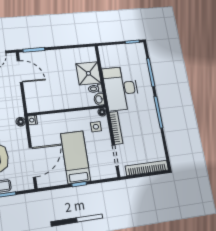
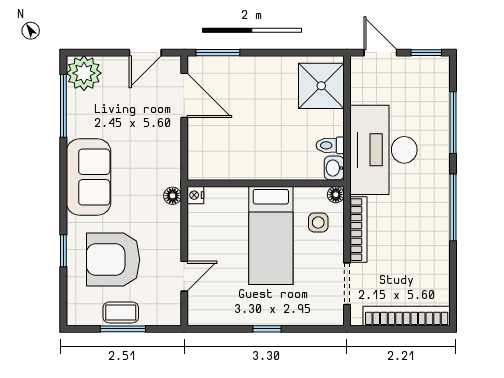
door: (111, 43) -> (380, 53), added
shower: (88, 73) -> (321, 86), moved
bed: (76, 157) -> (271, 235), moved, turned 180
door: (32, 162) -> (184, 276), width x0.53

